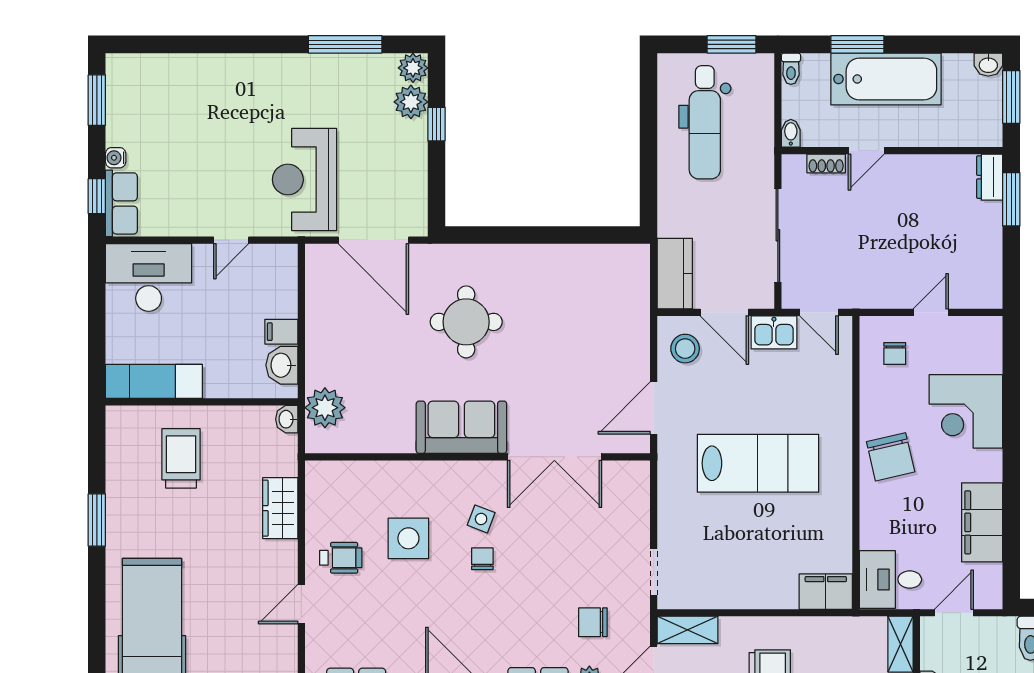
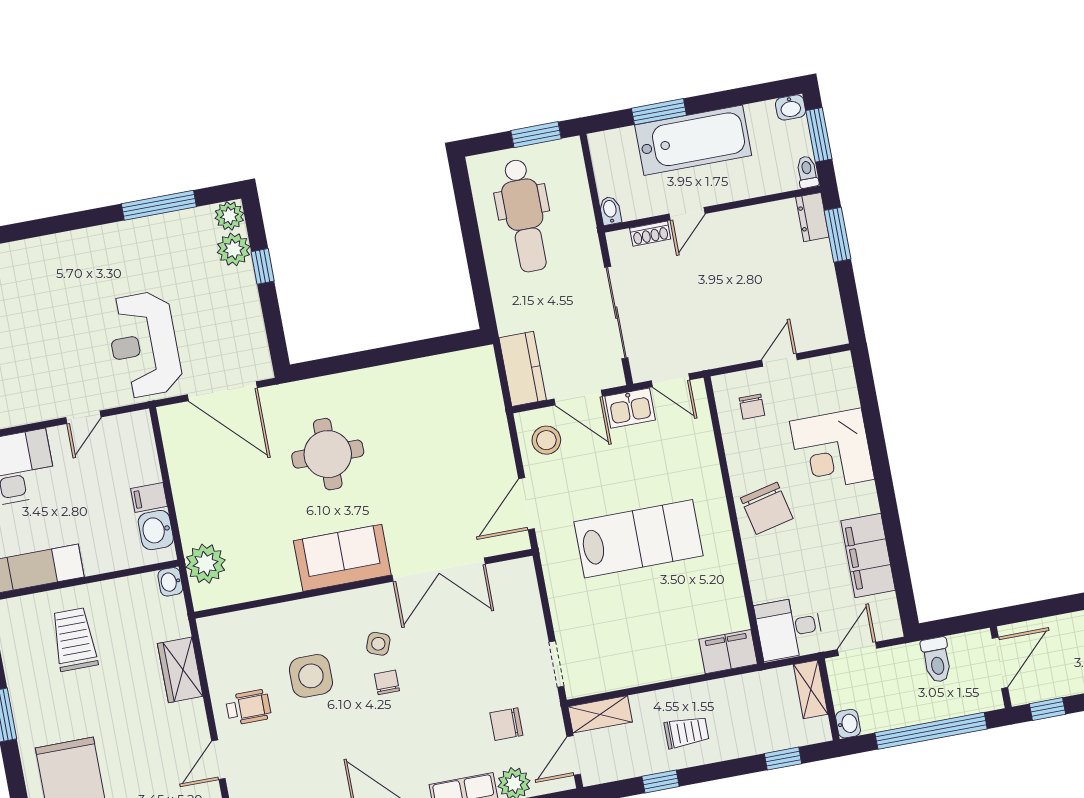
toilet: (791, 69) -> (807, 172), moved, turned 180

